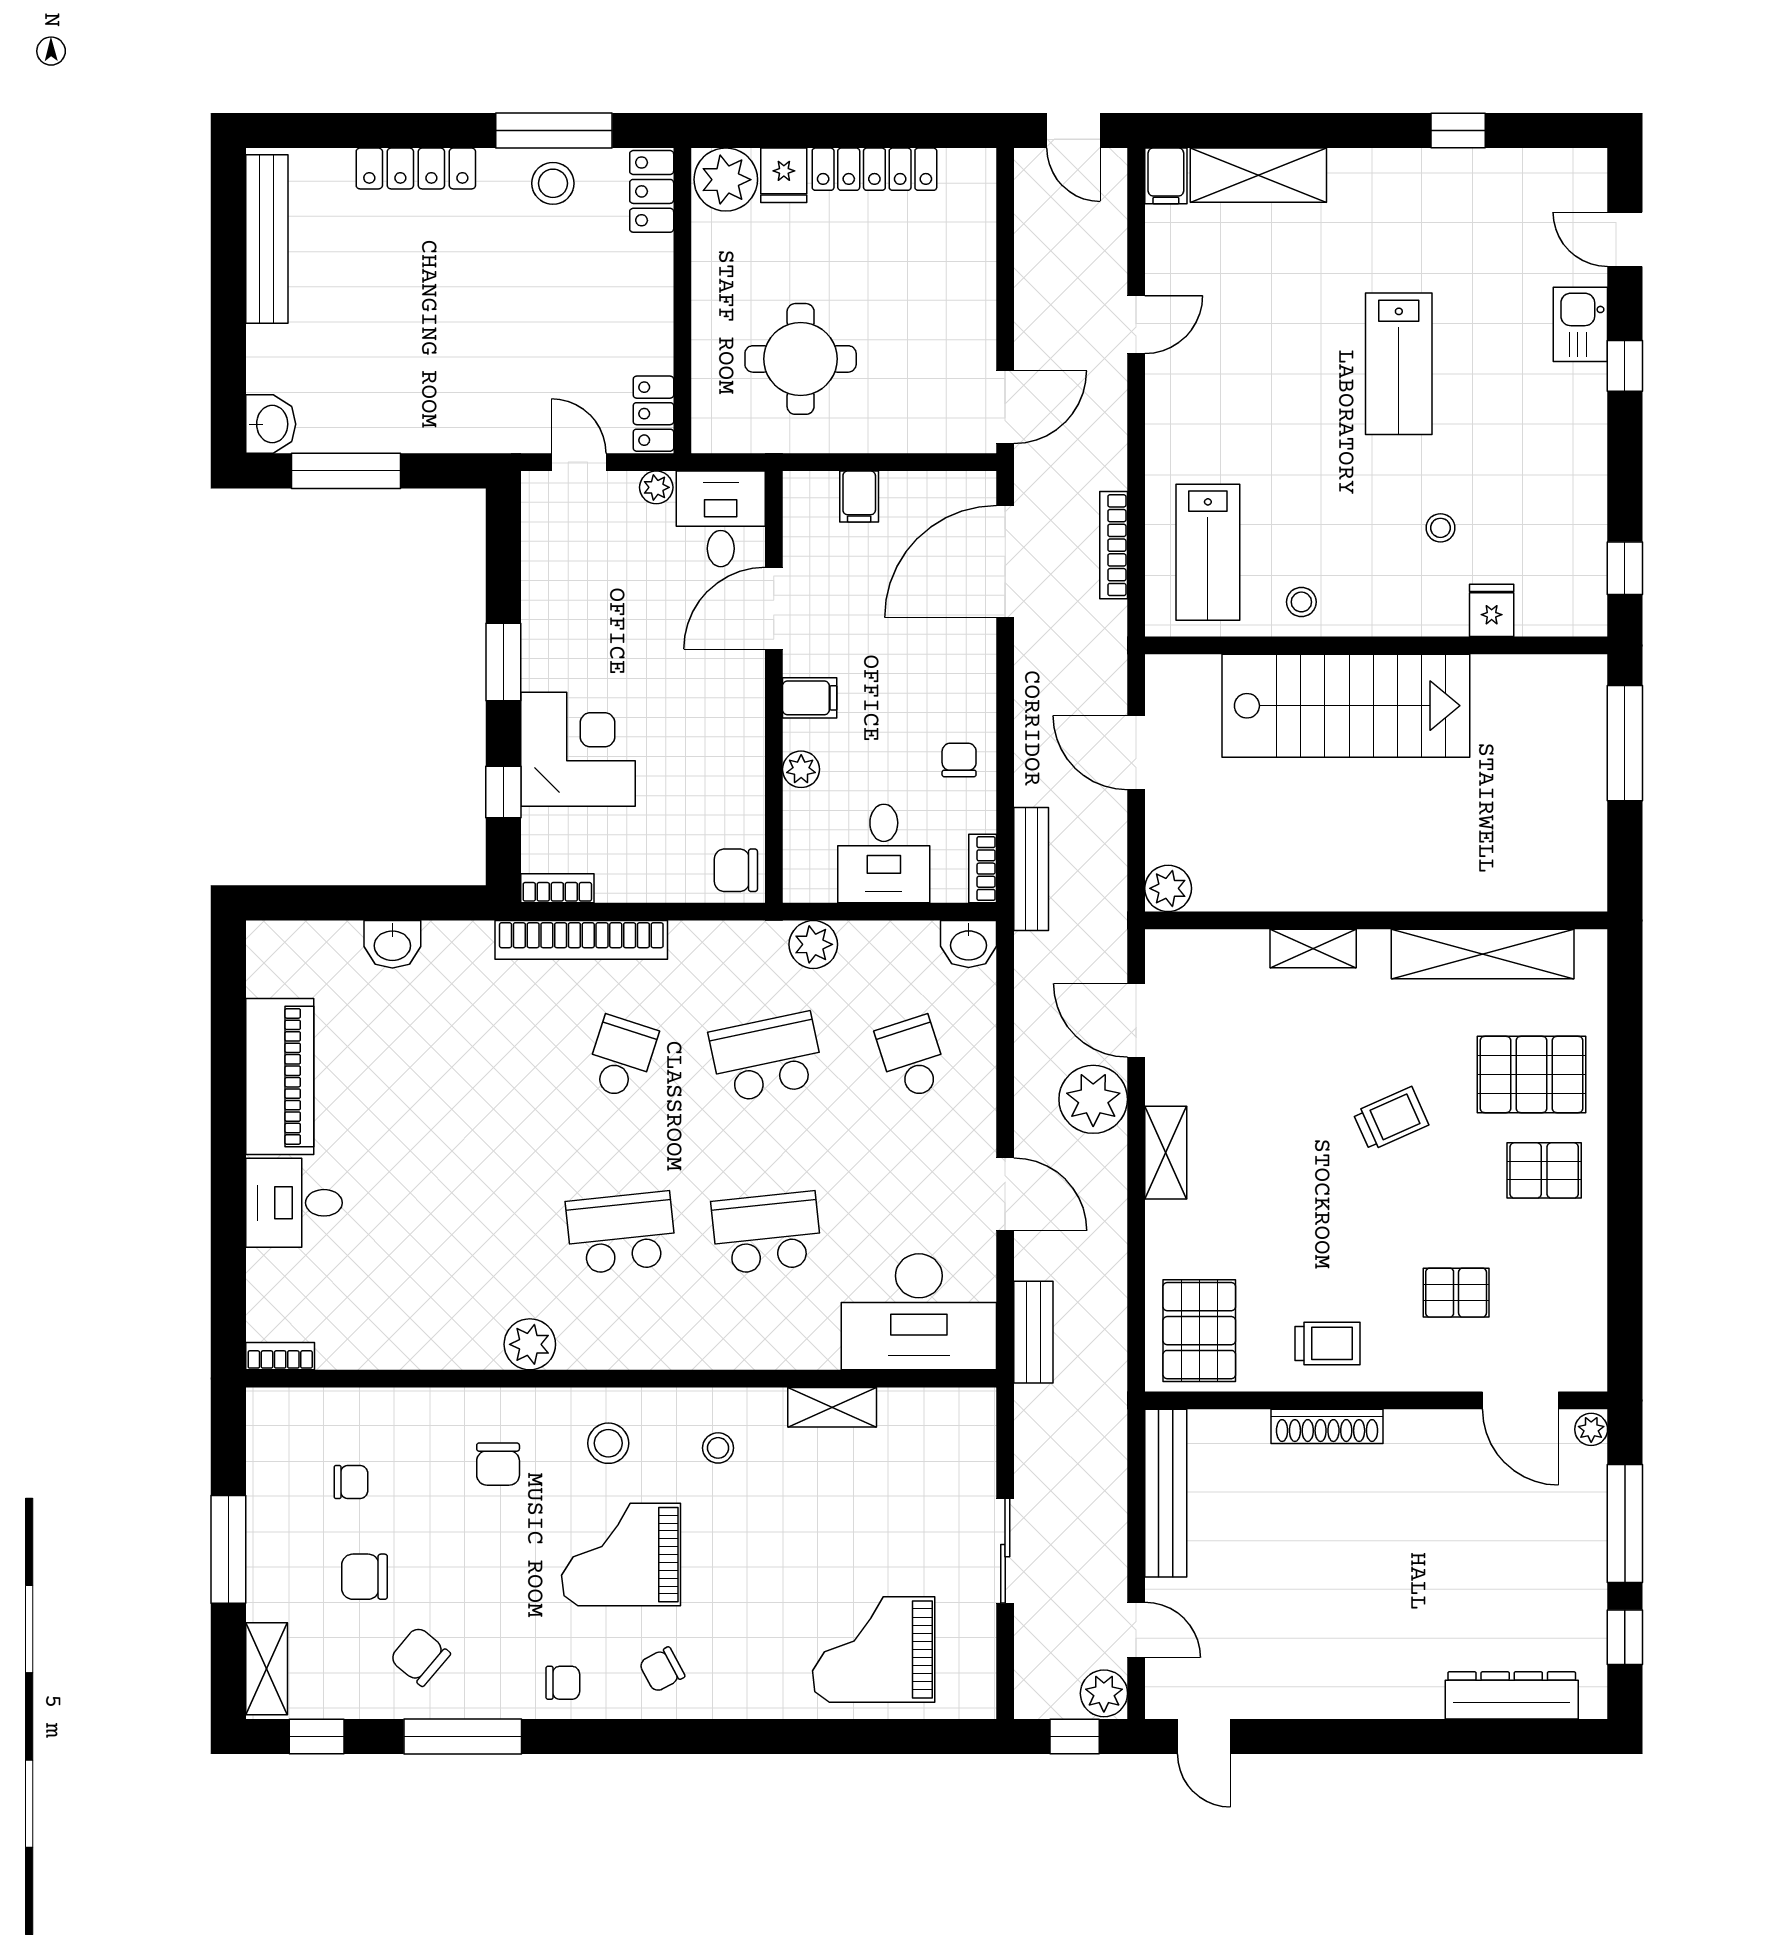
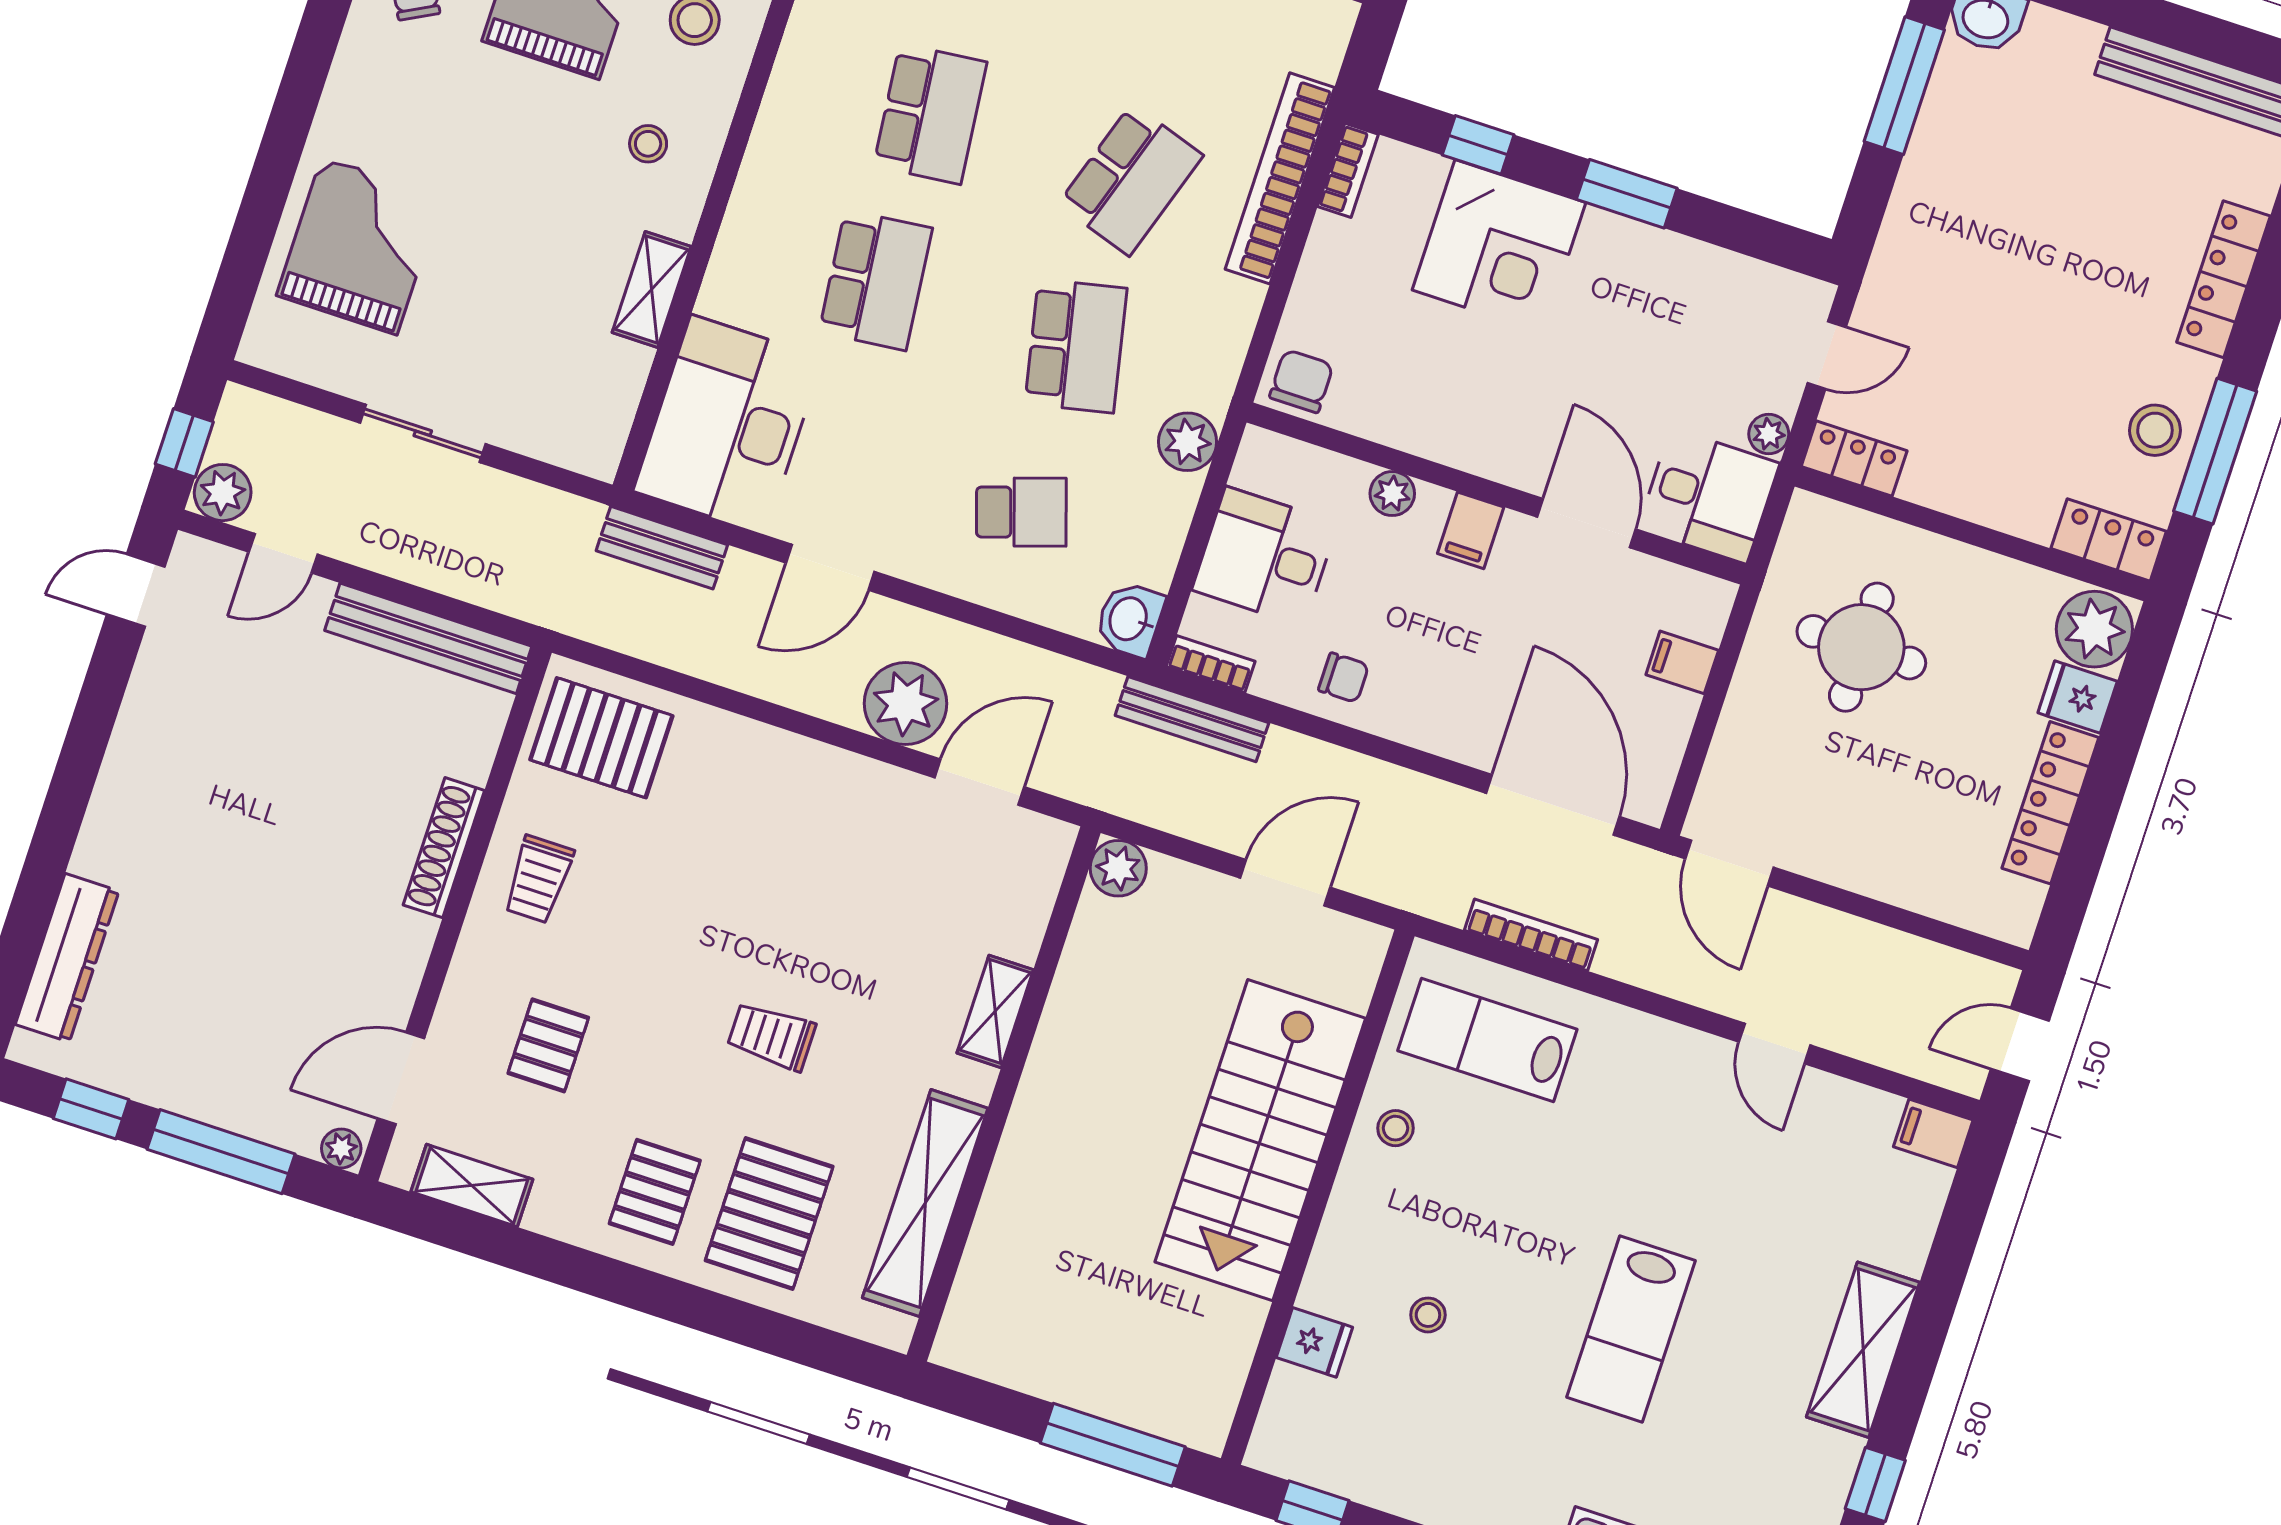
shelving: (1258, 175) -> (1863, 1350), moved
lab bench: (1399, 364) -> (1631, 1329), turned -90
school desk: (621, 1057) -> (1131, 180), width x1.85
trolley: (1391, 1119) -> (771, 1036), turned 114
shelving: (1166, 1153) -> (472, 1186), moved

